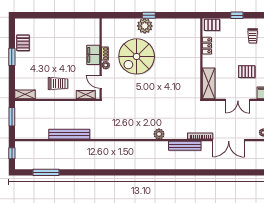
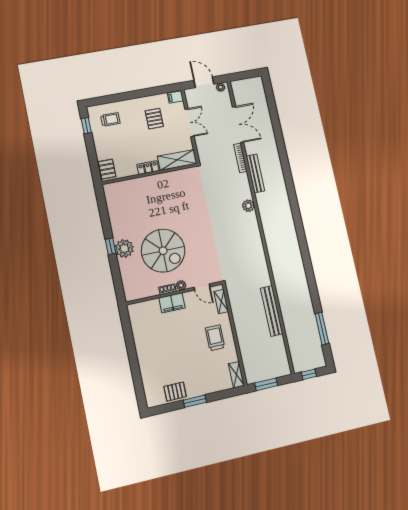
window: (237, 15) -> (86, 126), moved
locker: (207, 46) -> (148, 168), moved
door: (101, 82) -> (202, 287), hinge flipped

